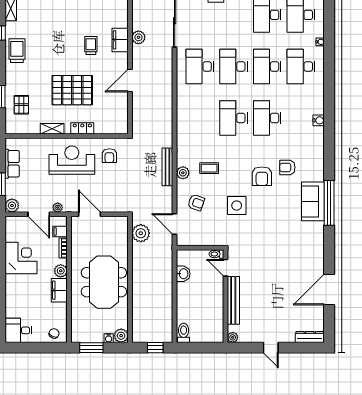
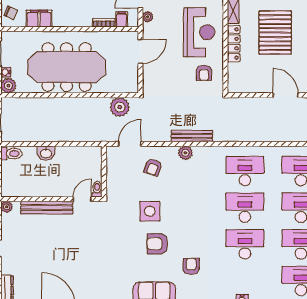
desk: (200, 118) -> (245, 171), added
locker: (82, 128) -> (234, 44), width x1.53
armchair: (109, 156) -> (204, 73), turned -90
coffee table: (209, 168) -> (190, 181), removed
armchair: (262, 176) -> (157, 244), moved
plant: (61, 271) -> (79, 20), removed
washbasin: (183, 274) -> (46, 153), moved
meeting table: (104, 282) -> (67, 67), width x1.36
filing cabinet: (59, 290) -> (39, 19), moved

